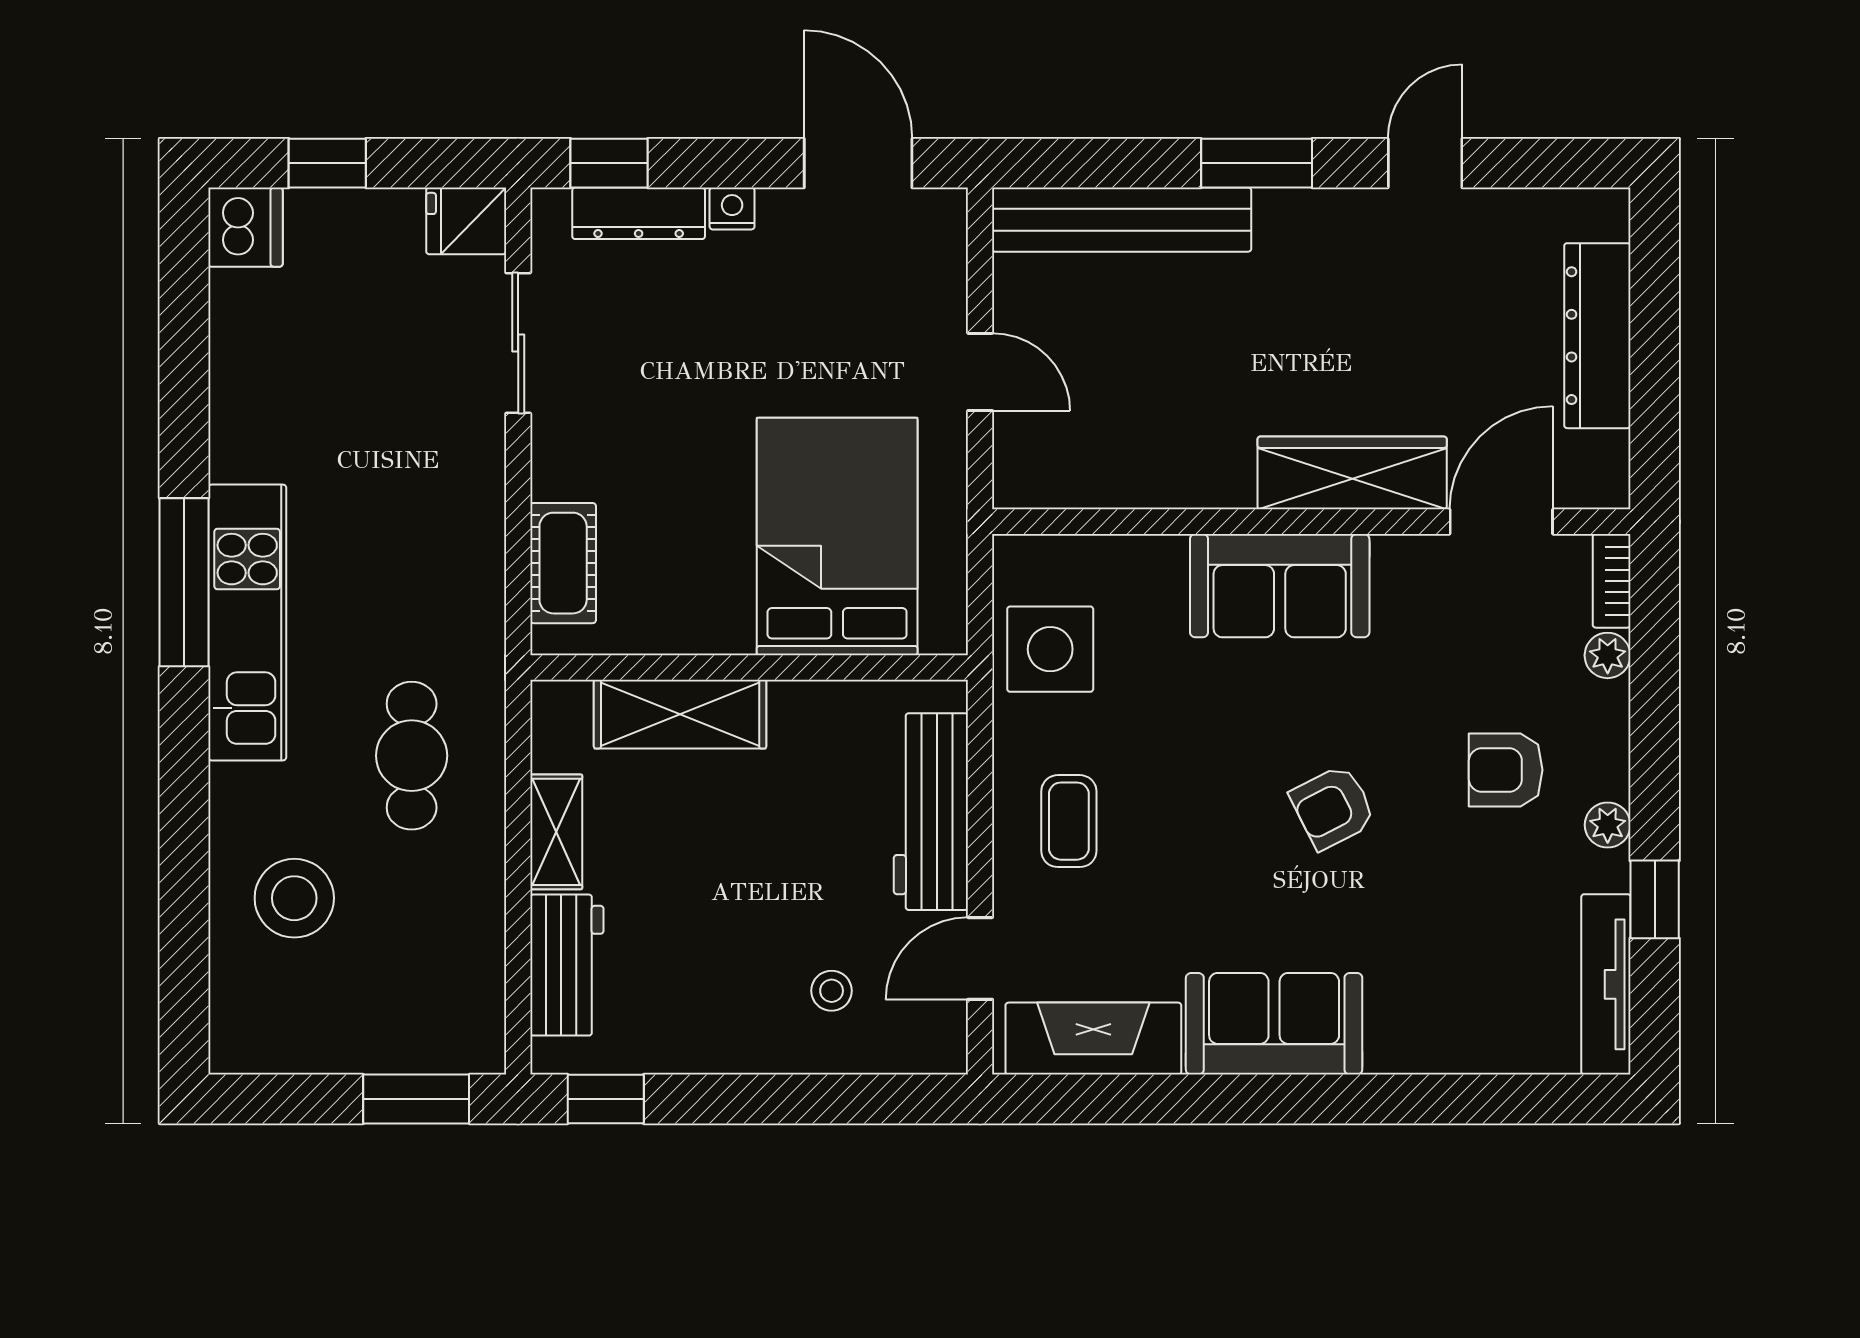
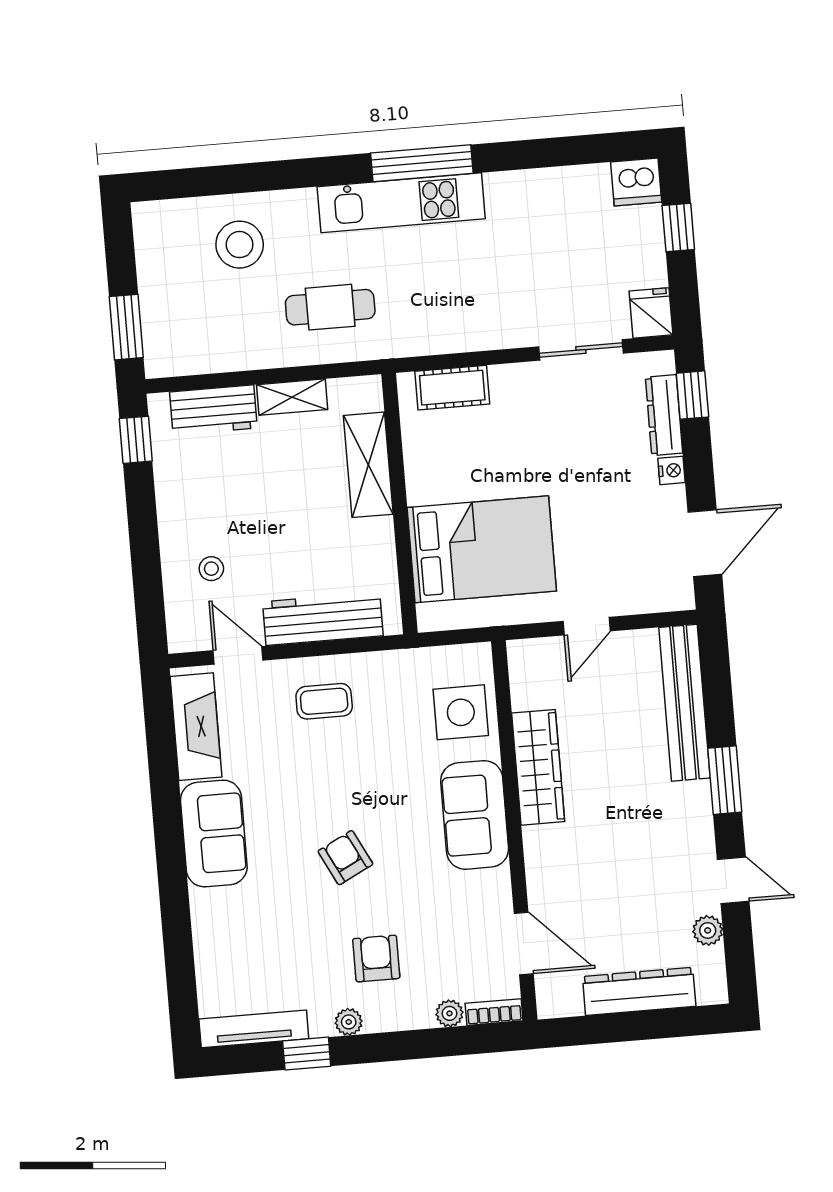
plant: (1505, 213) -> (708, 930), added
wardrobe: (1352, 473) -> (538, 767), moved
side table: (1050, 649) -> (461, 712), moved

